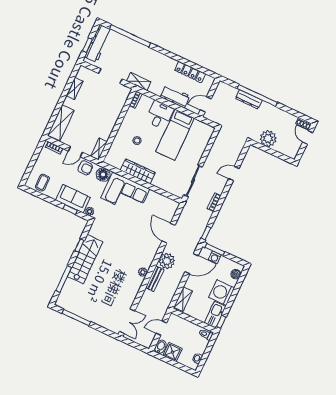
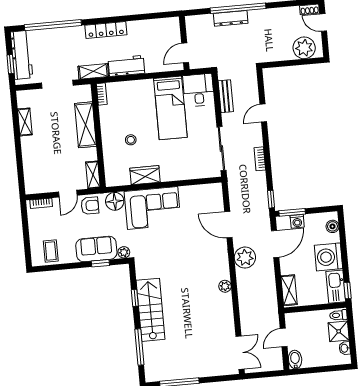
locker: (190, 72) -> (106, 30), moved
workbench: (175, 96) -> (126, 66), moved
desk: (160, 115) -> (199, 90), moved
shelving: (61, 123) -> (85, 125), moved
plant: (268, 139) -> (304, 48), moved
wardrobe: (138, 171) -> (145, 175), width x0.67
bench: (155, 279) -> (226, 96), moved
shower: (173, 352) -> (339, 331), moved

